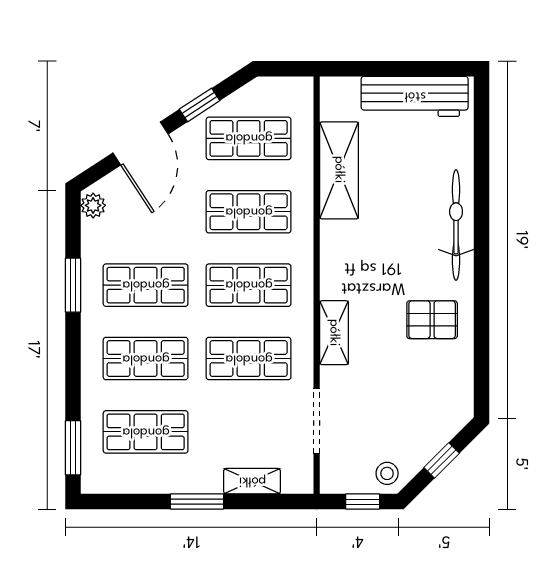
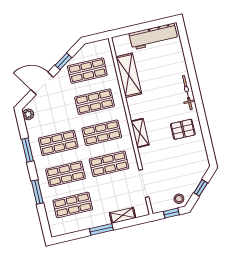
door: (141, 143) -> (42, 83), swing flipped
bicycle: (456, 225) -> (187, 93), width x0.73, depth x0.71
shelving: (334, 333) -> (140, 133), moved
window: (73, 448) -> (37, 192), moved

